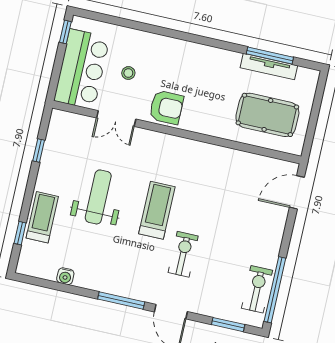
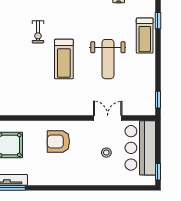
armchair: (166, 107) -> (58, 141), moved
window: (39, 151) -> (158, 100), moved
exercise bike: (183, 254) -> (38, 32), width x0.73, depth x0.72

